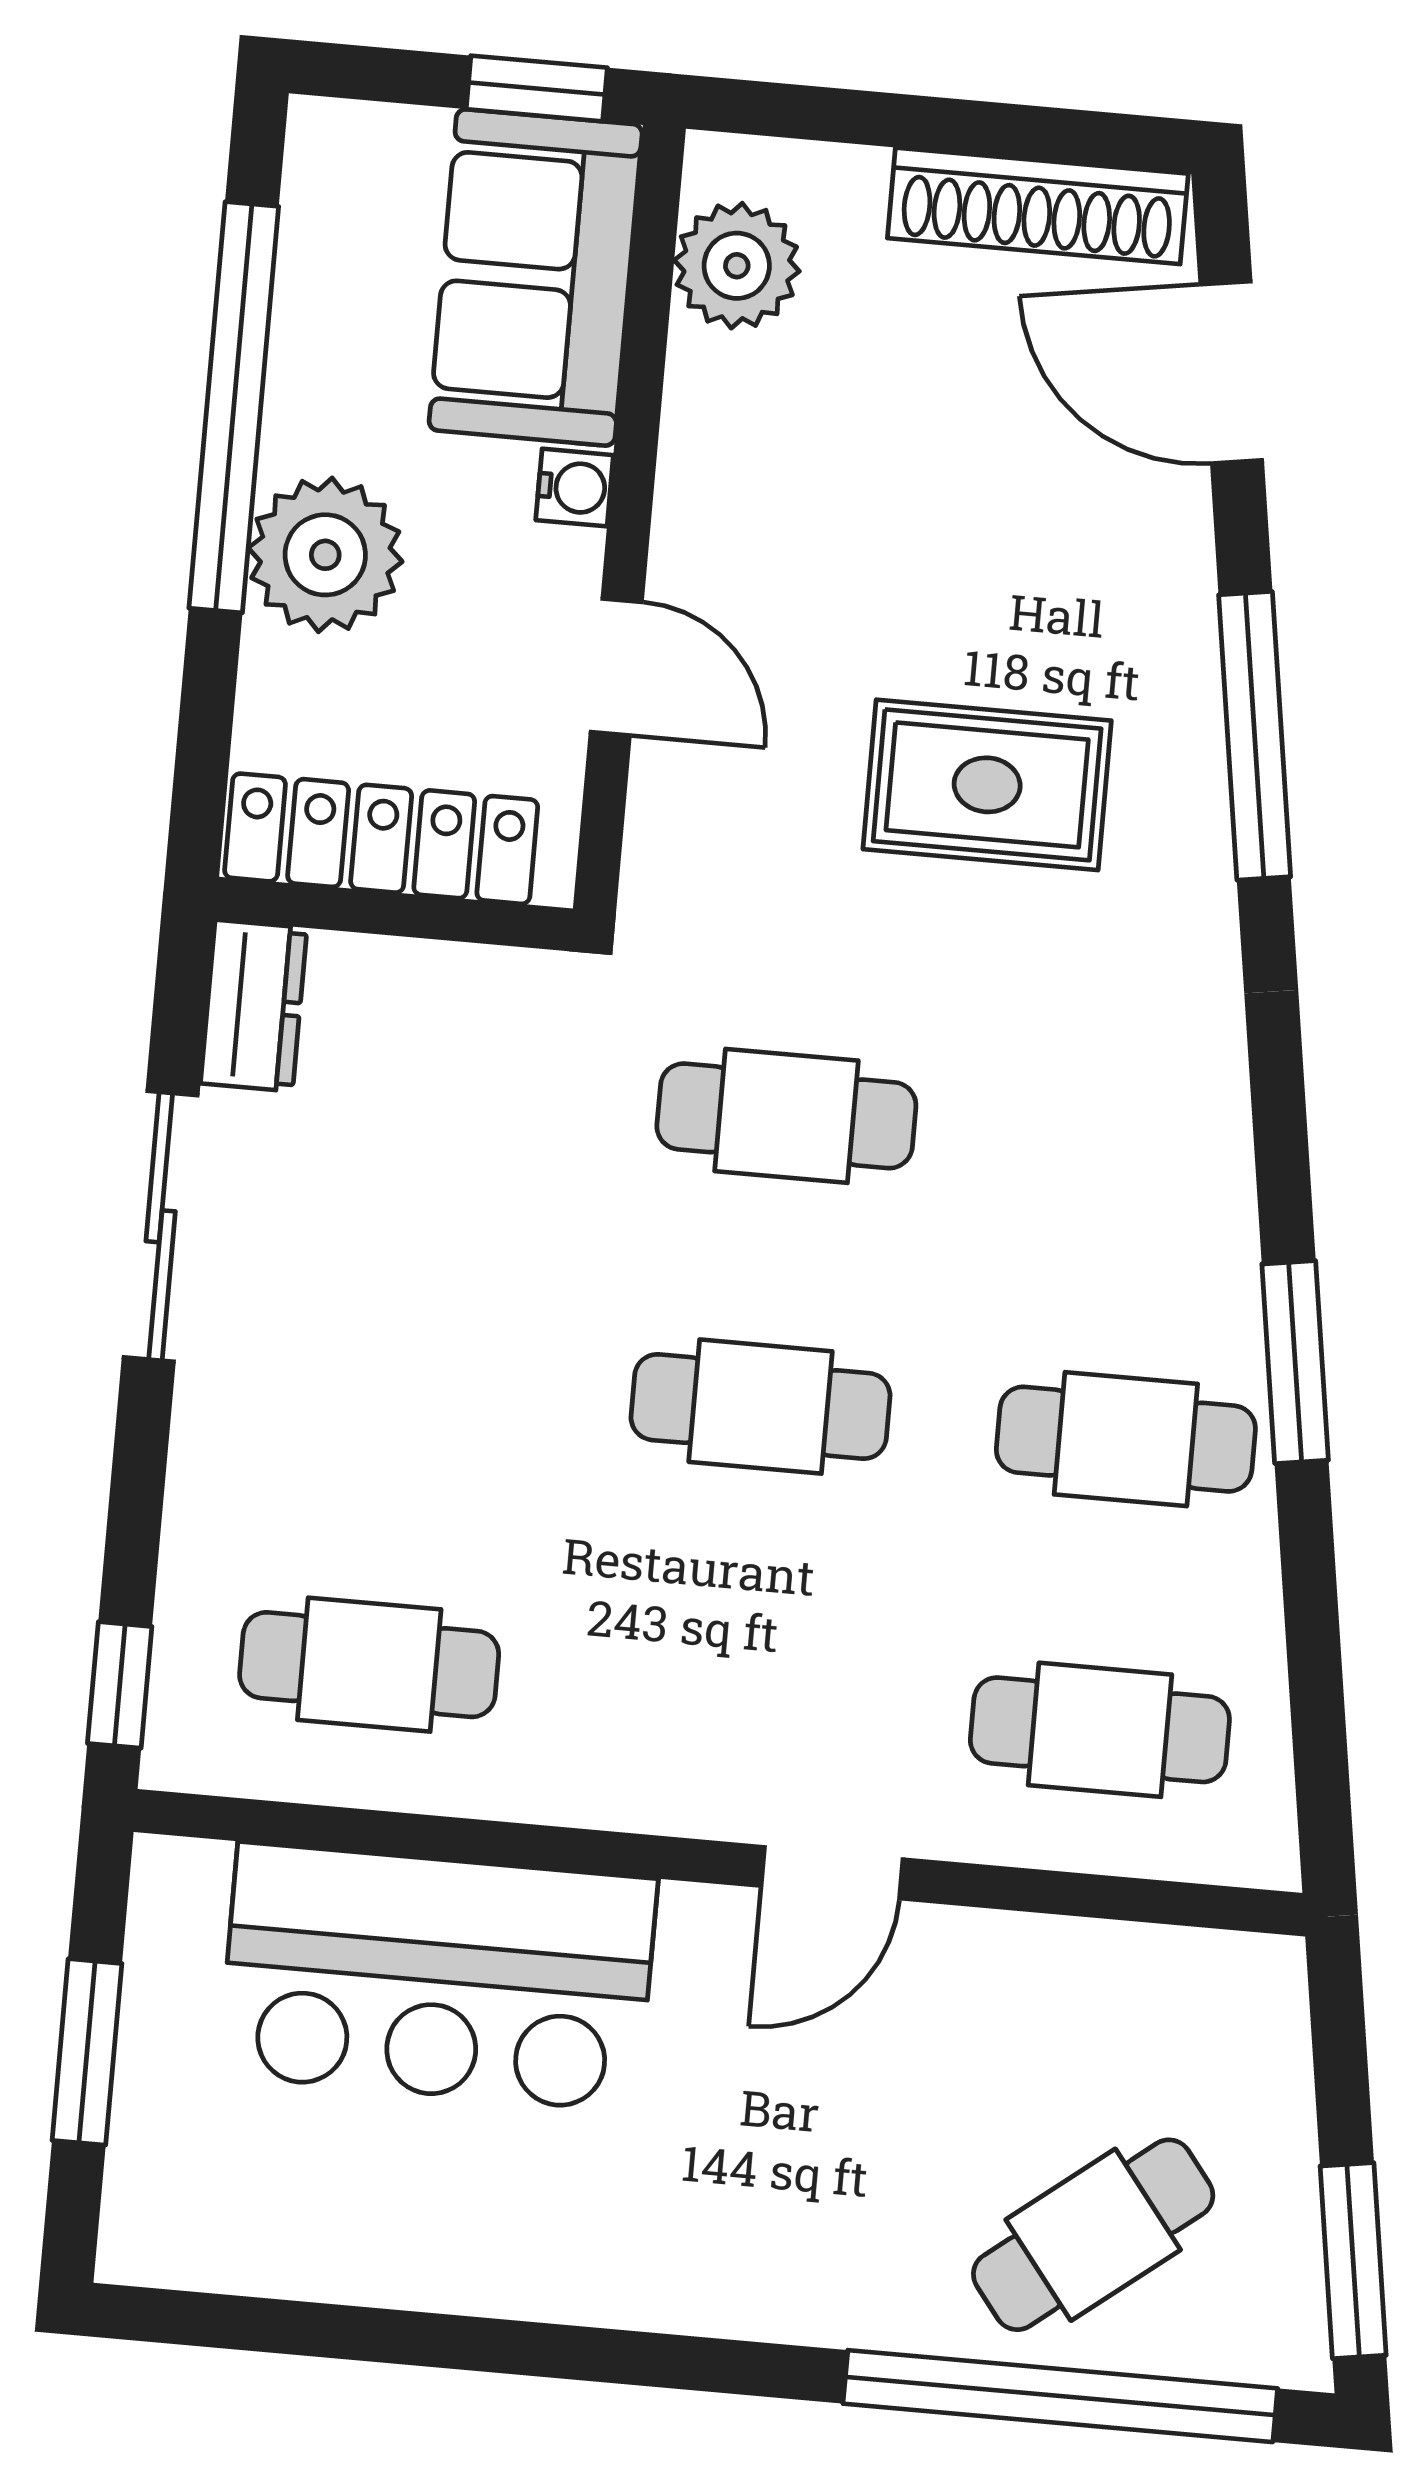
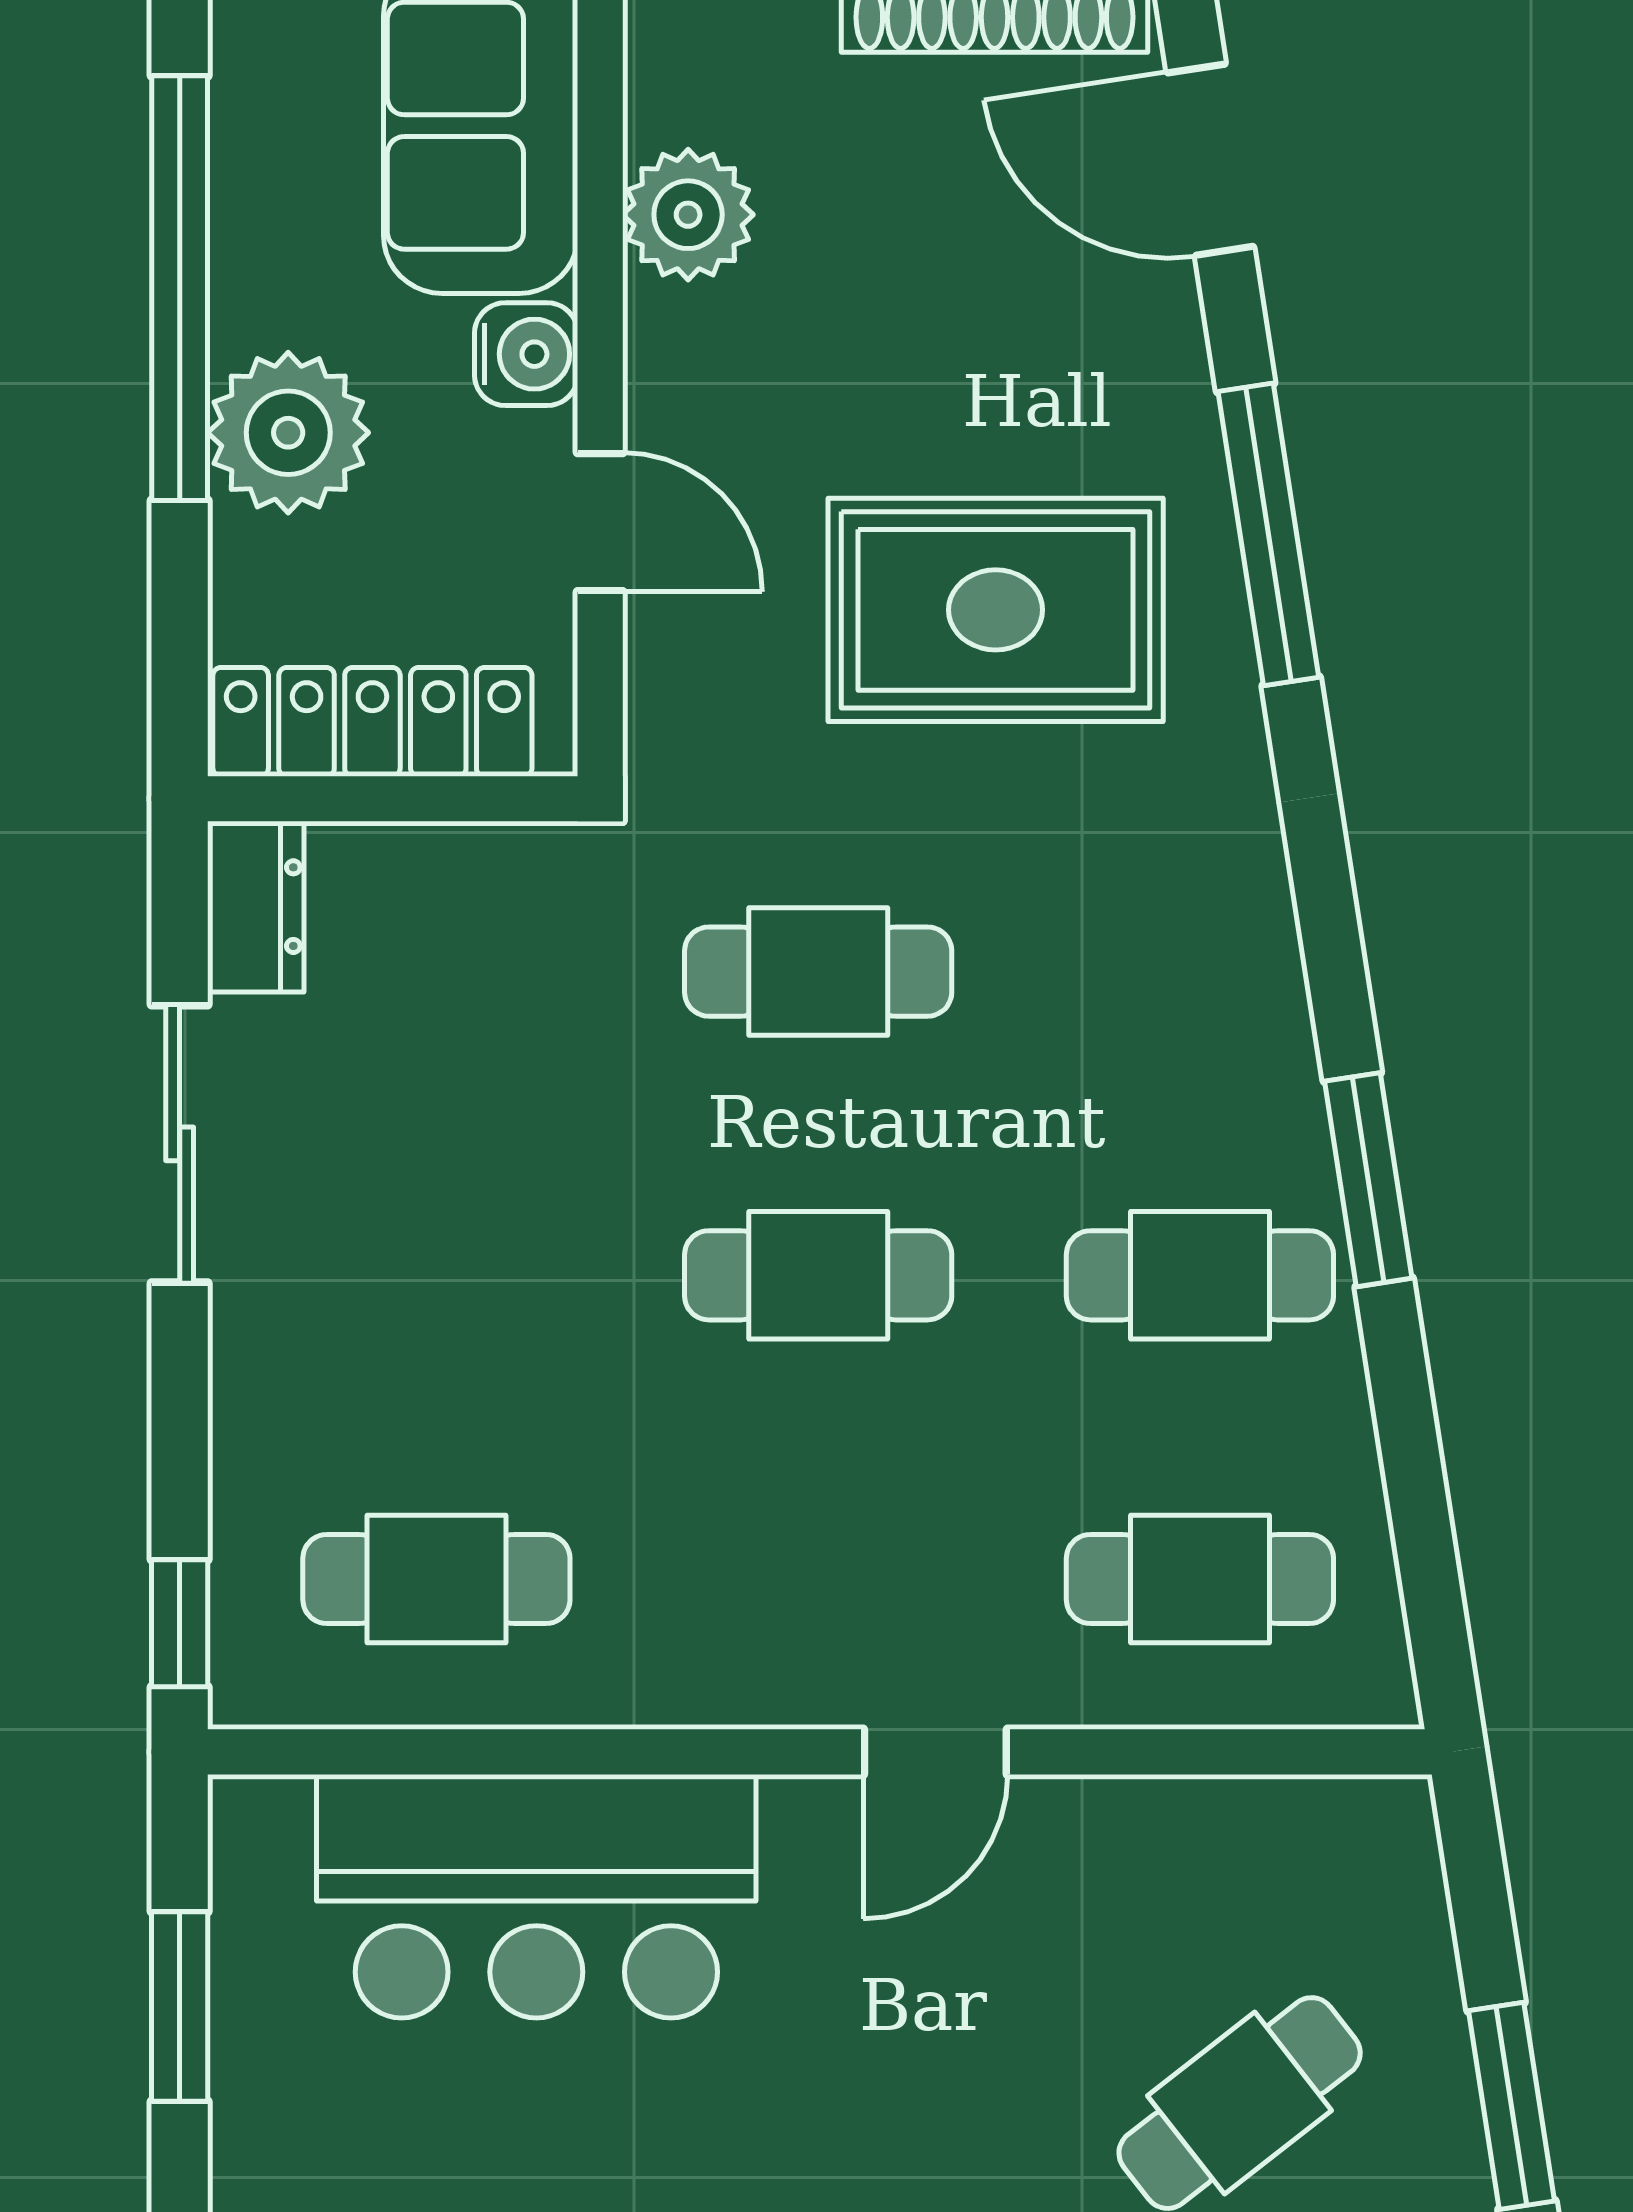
plant: (737, 266) -> (688, 215), moved
water cooler: (575, 488) -> (526, 354), width x1.38, depth x1.38
rug: (987, 785) -> (996, 610), width x1.36, depth x1.43

